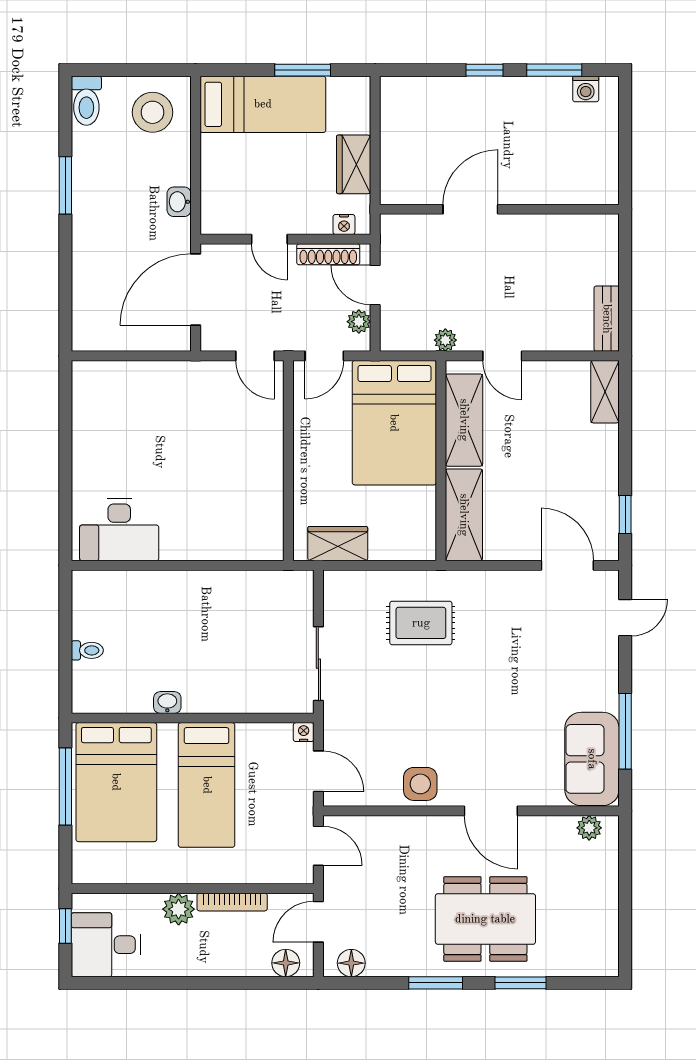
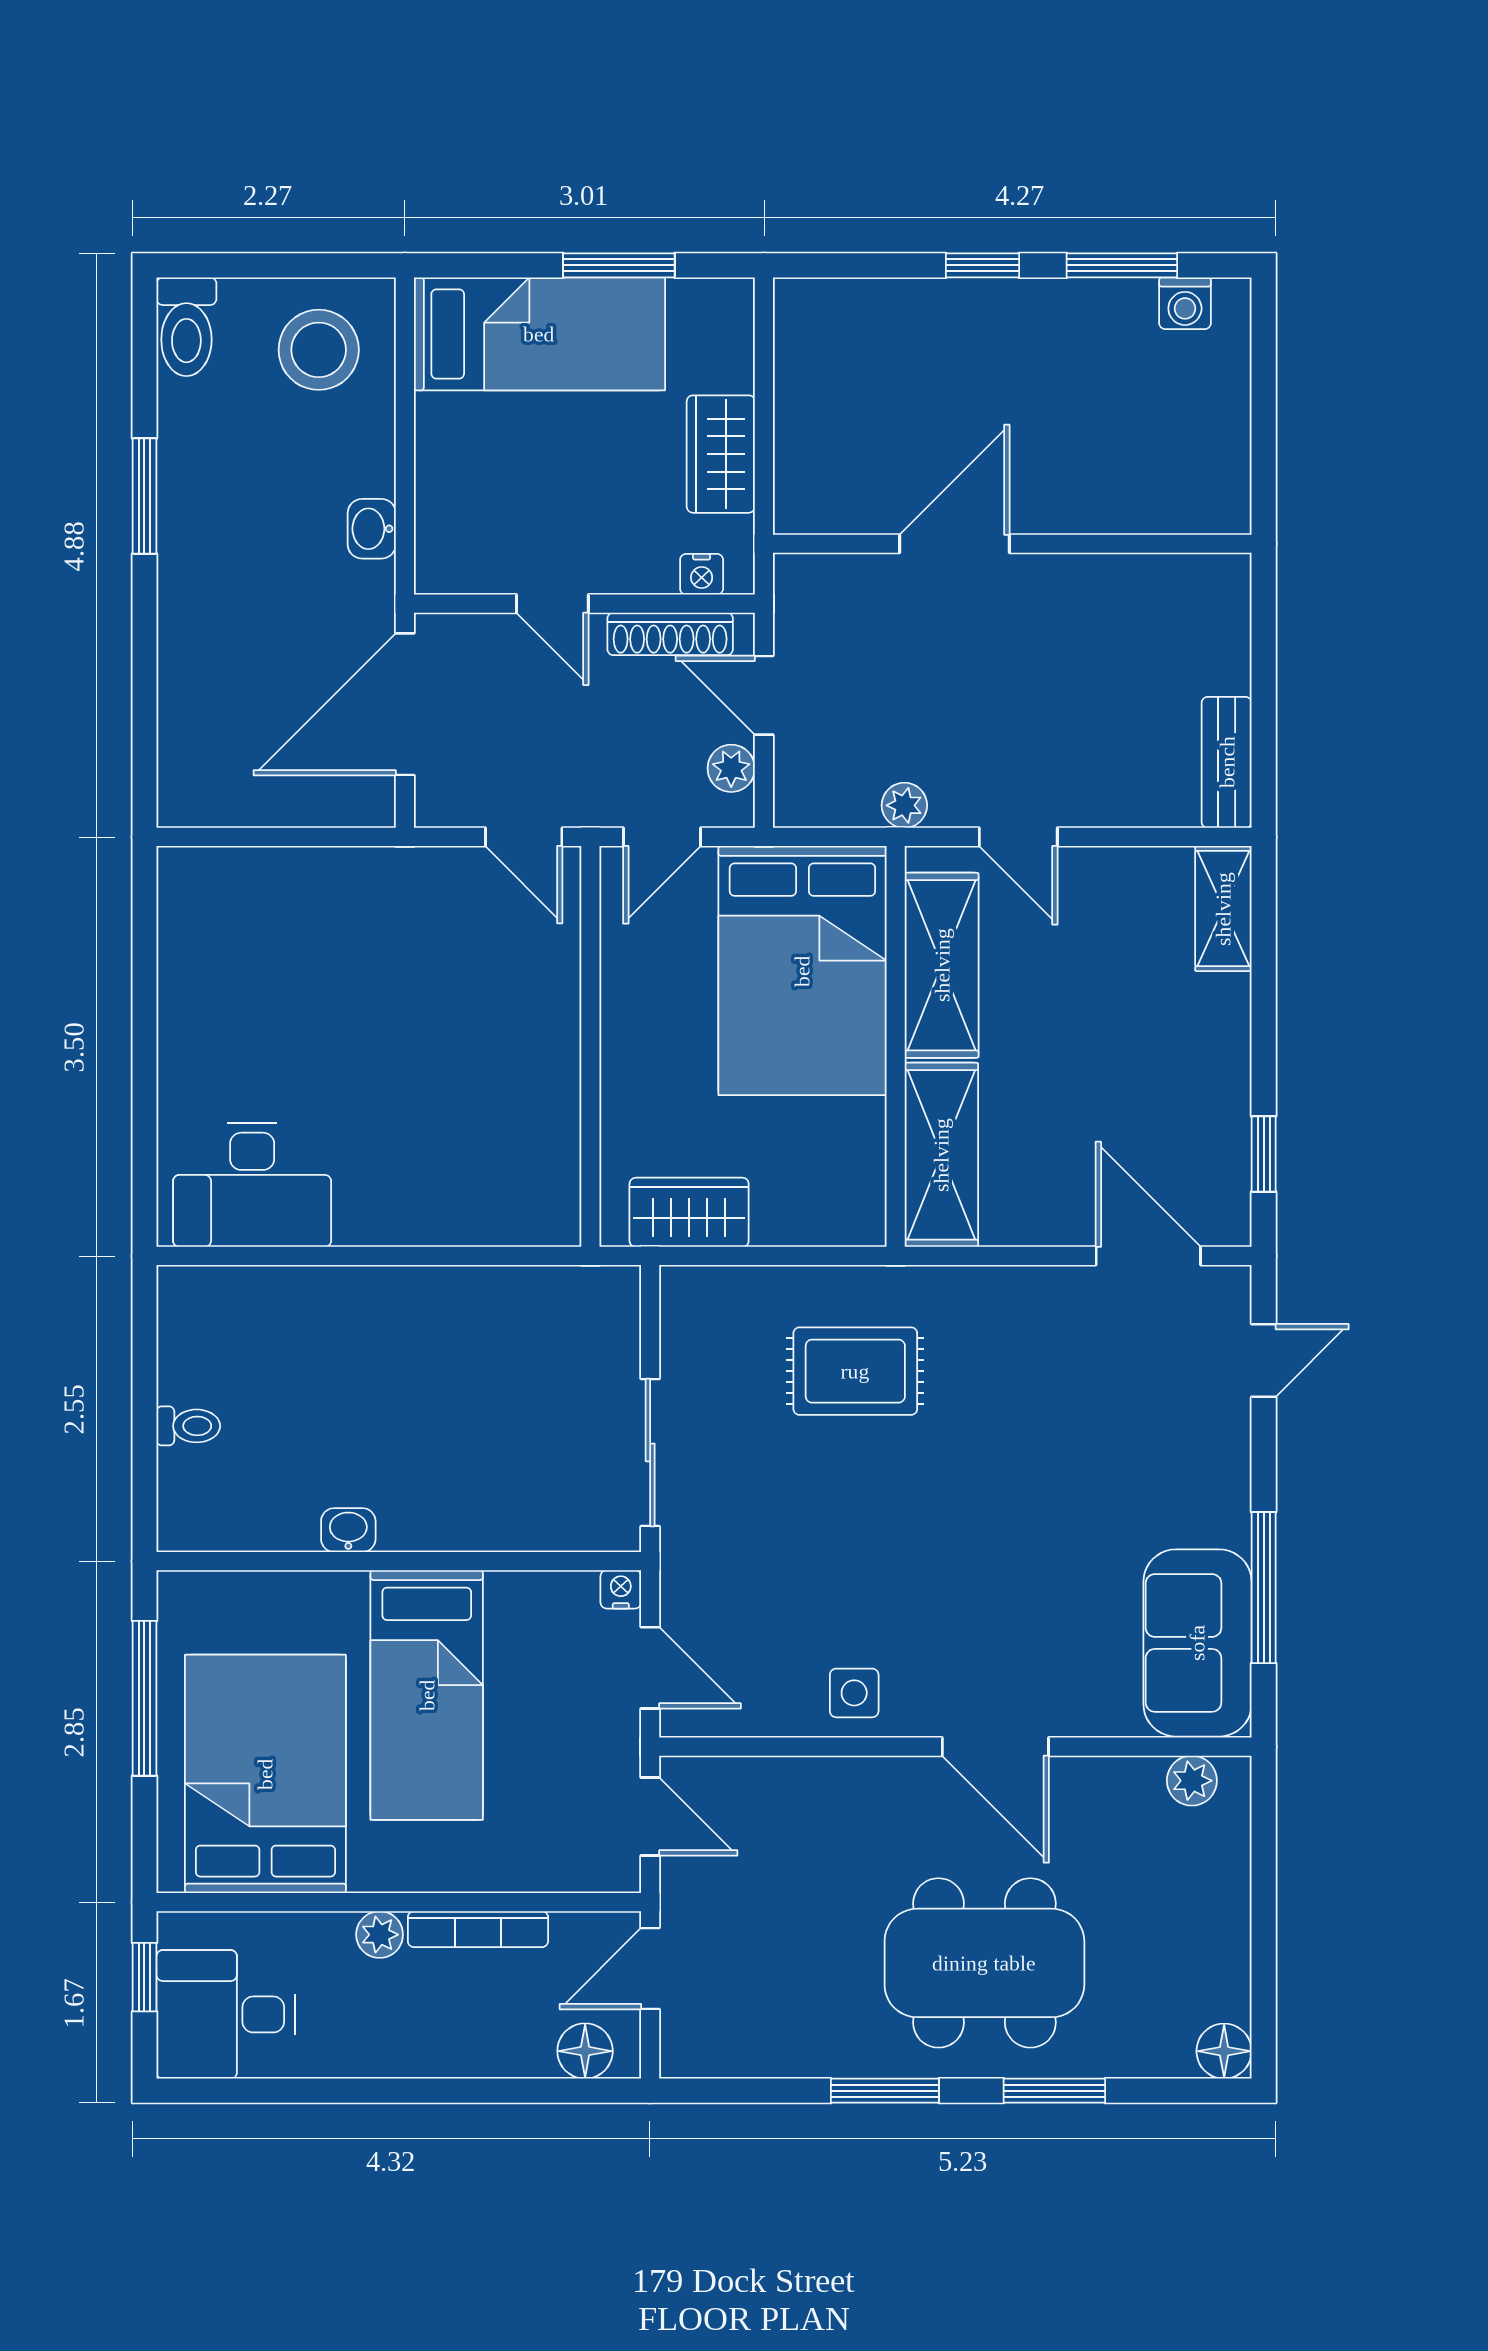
bed: (116, 782) -> (265, 1774), moved, turned 180
side table: (420, 784) -> (854, 1693), width x0.73, depth x0.73
plant: (179, 909) -> (380, 1935), width x0.73, depth x0.73
floor lamp: (351, 963) -> (1224, 2051), moved

